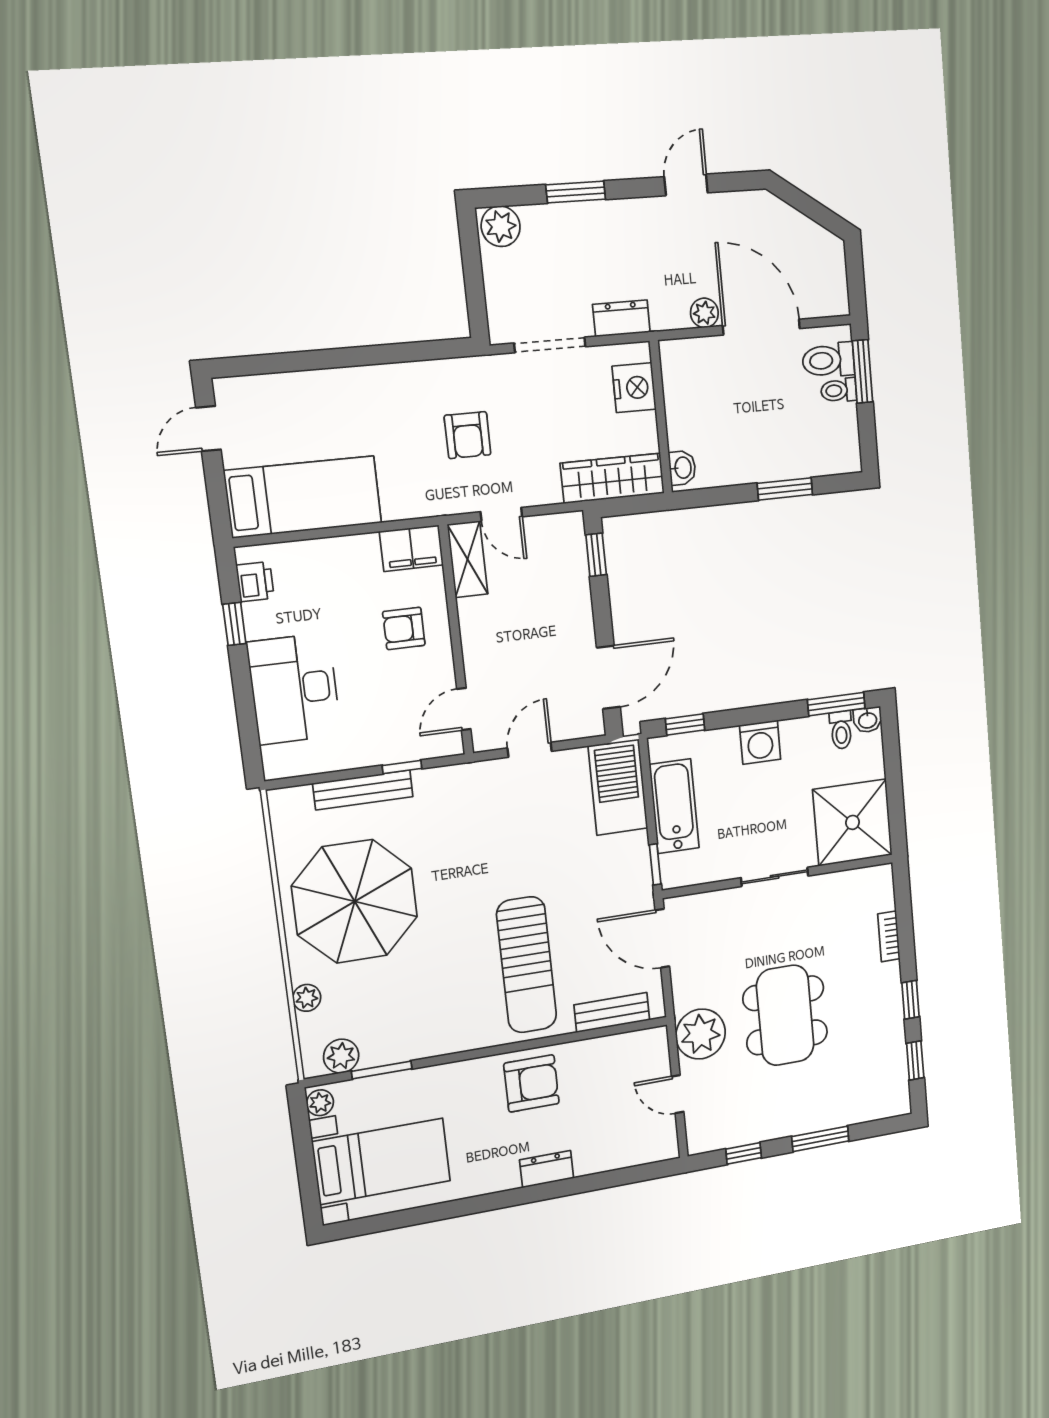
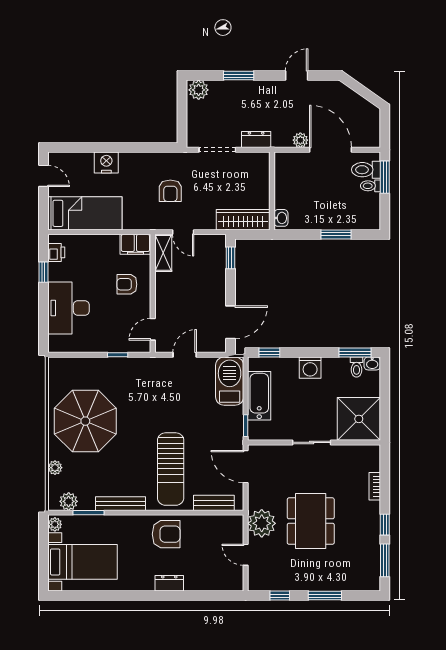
nightstand: (634, 388) -> (106, 162), moved, turned -90
door: (208, 429) -> (44, 176), swing flipped
bench: (363, 790) -> (120, 504), moved
window: (915, 1060) -> (385, 560), width x1.50

